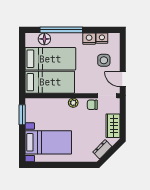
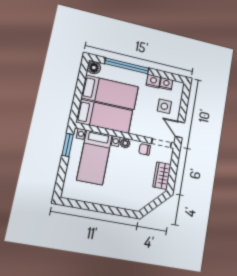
floor lamp: (44, 39) -> (94, 68), moved
bed with nightstands: (48, 142) -> (95, 157), moved, turned 90
dresser: (102, 149) -> (147, 199), removed

